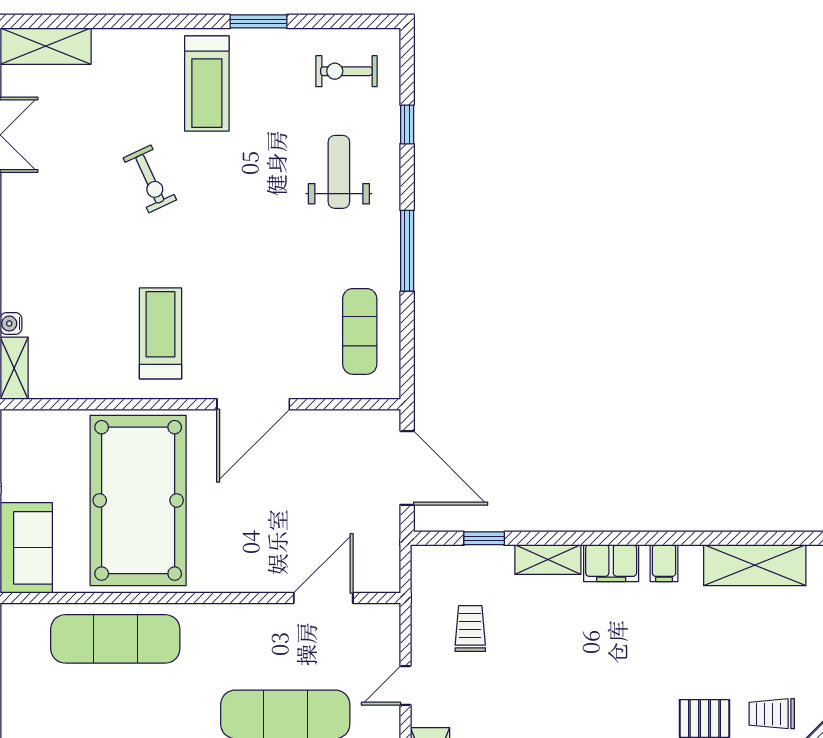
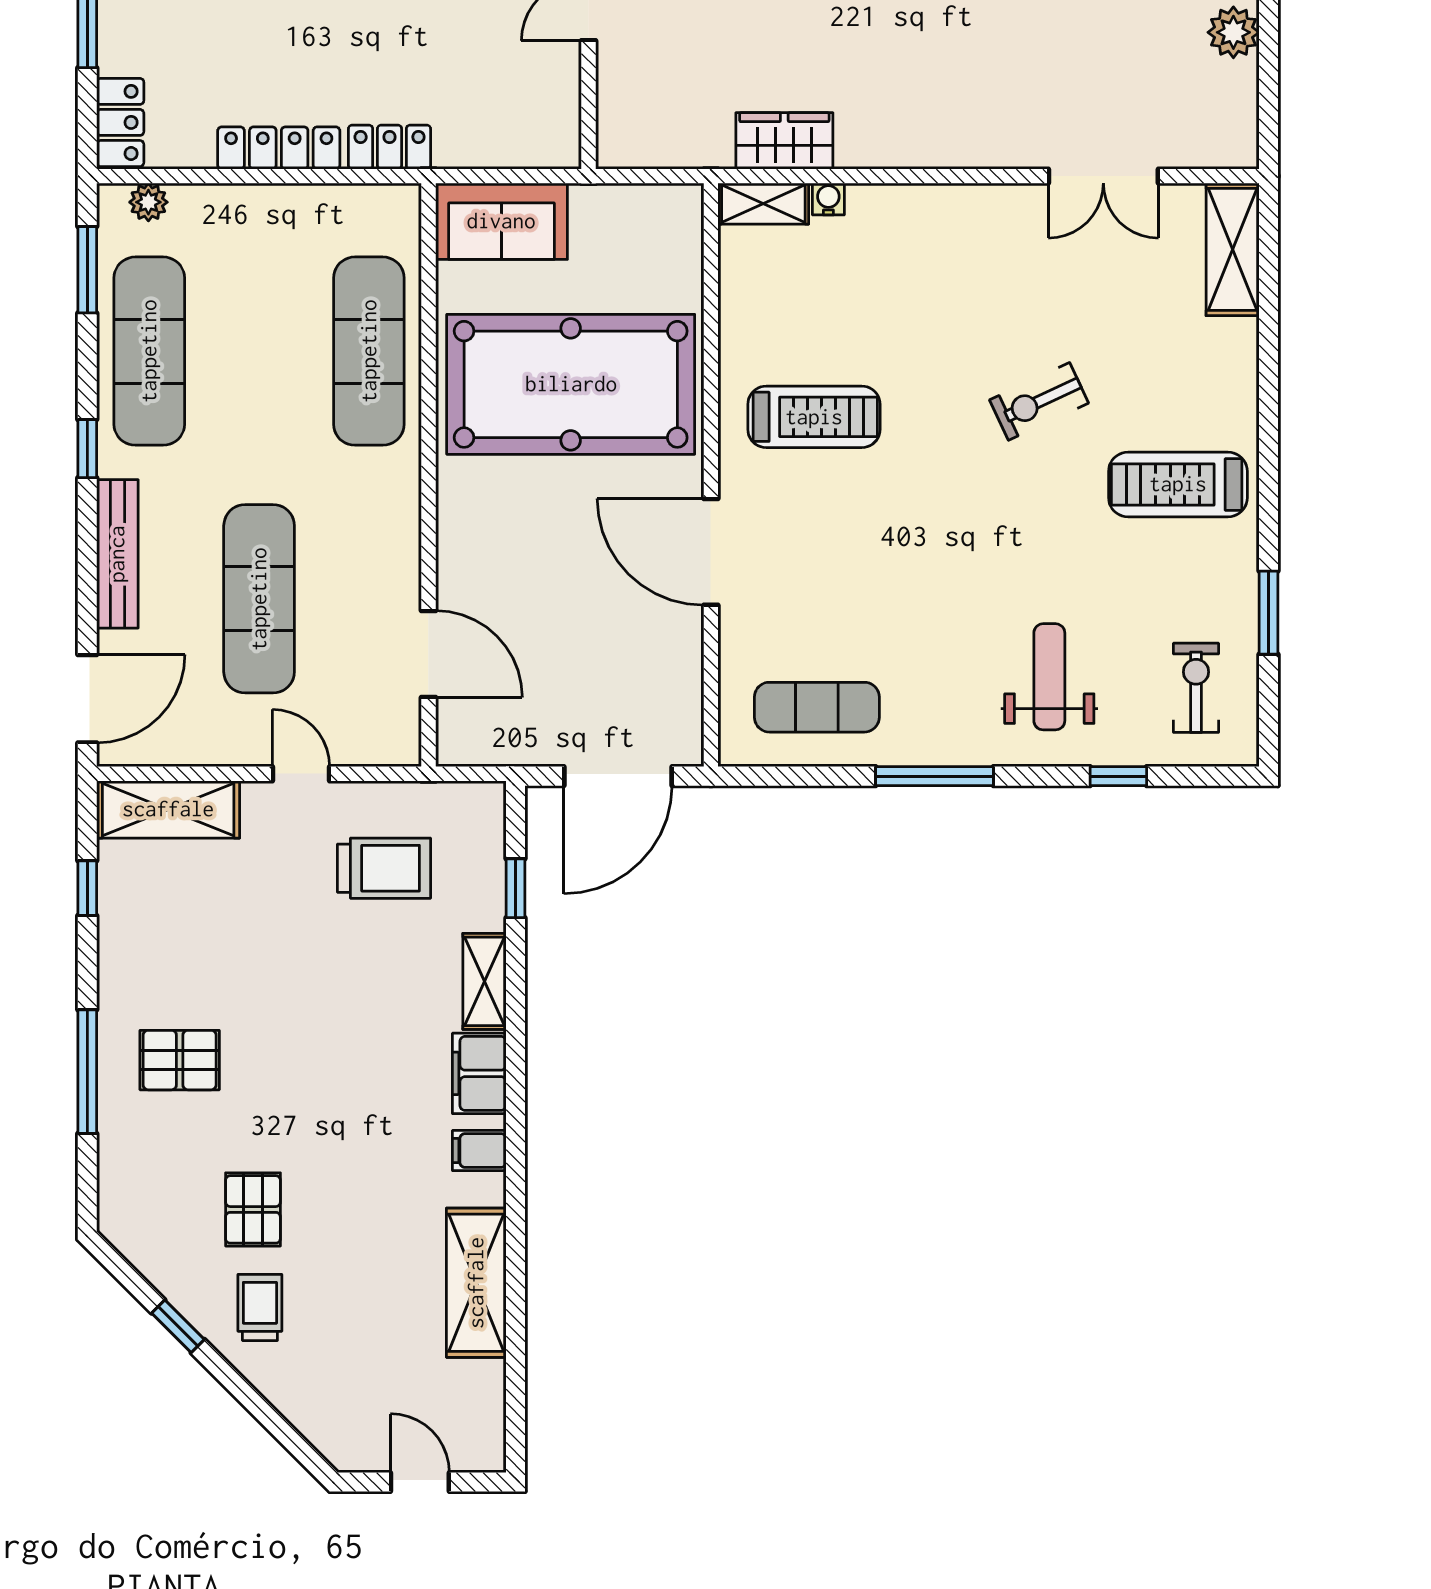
window: (259, 21) -> (1268, 613), moved
weight bench: (339, 172) -> (1049, 677), turned -90
trolley: (470, 629) -> (384, 868), width x1.36, depth x1.39

